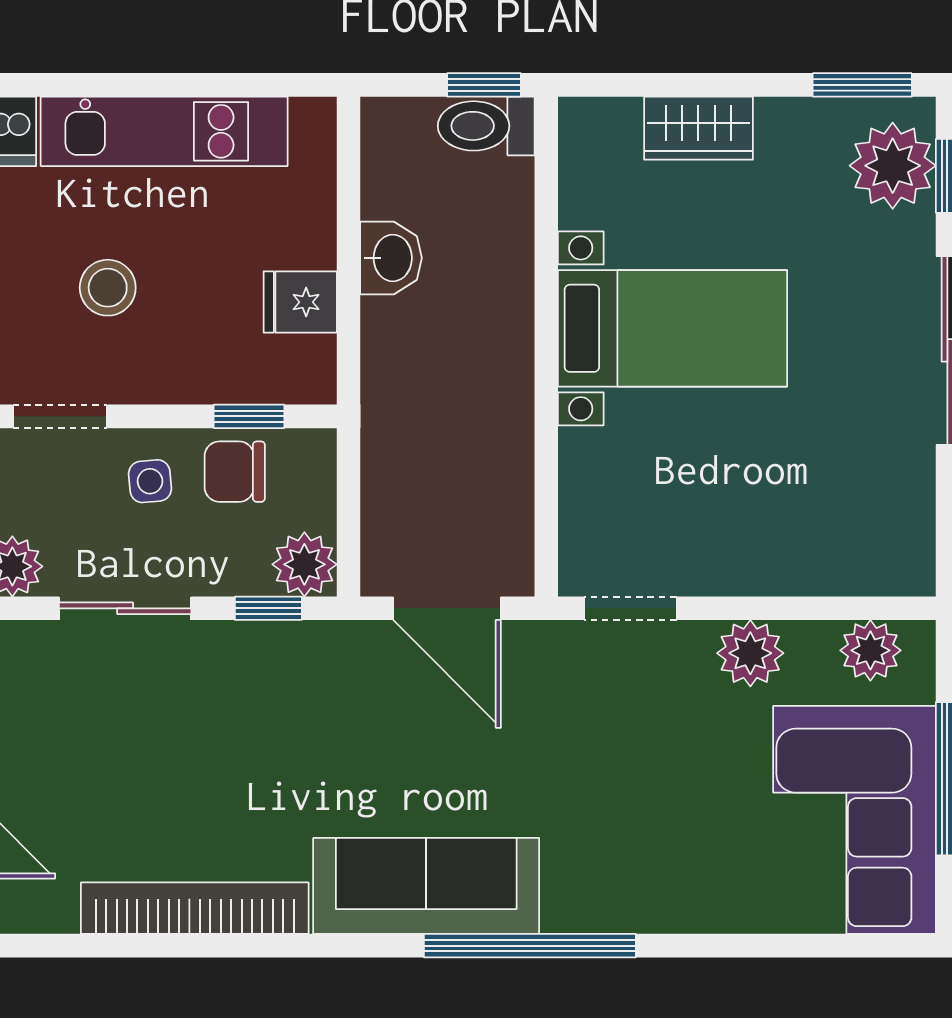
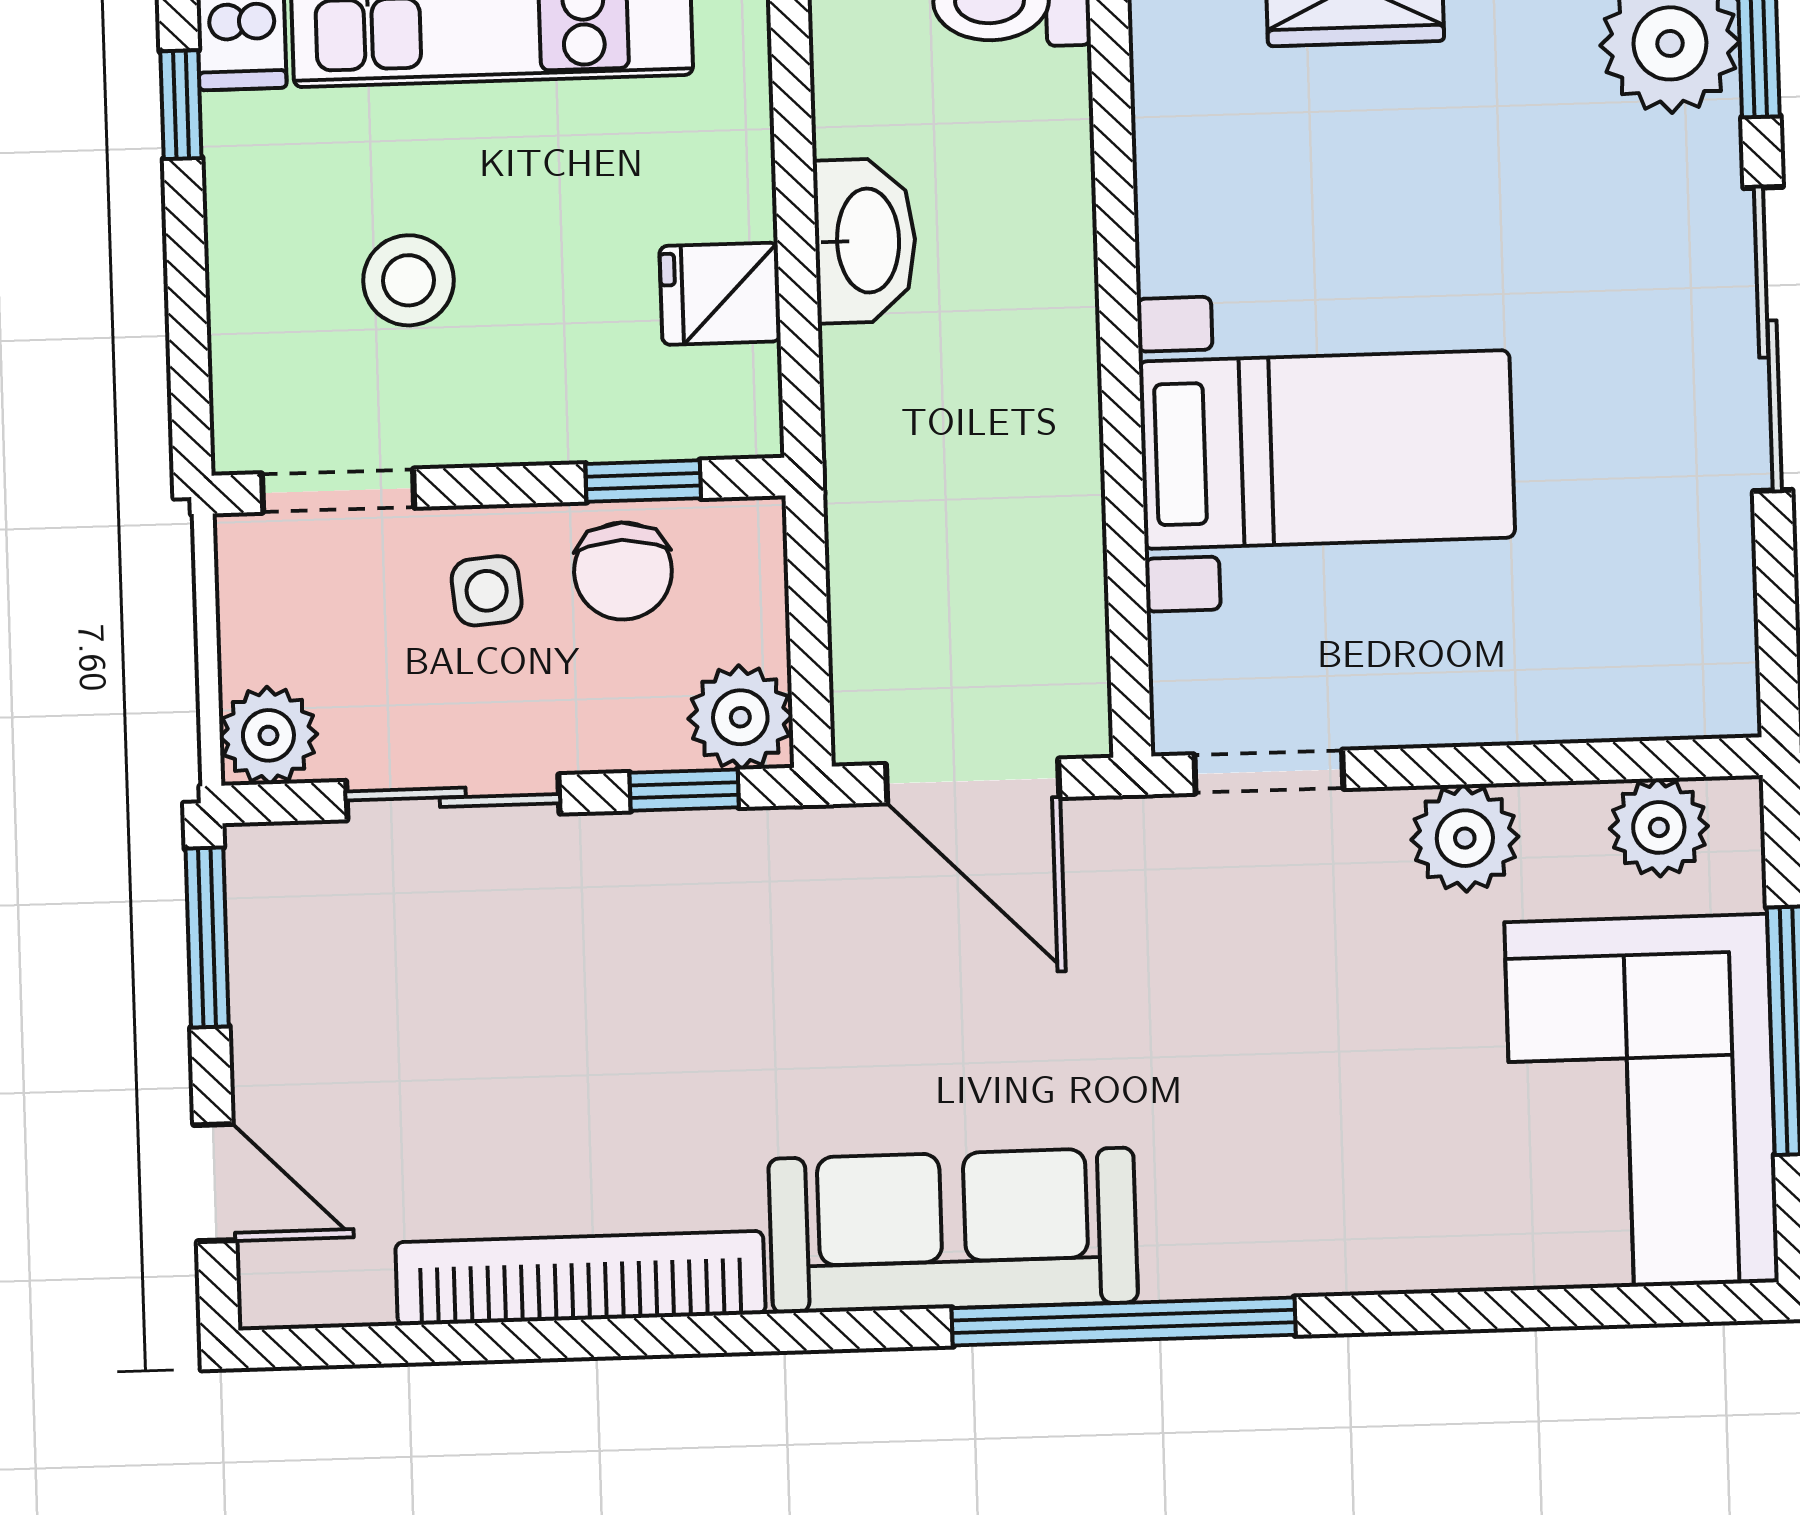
washbasin: (391, 258) -> (865, 241), width x1.38
bed with nightstands: (672, 328) -> (1327, 449), moved
chair: (235, 472) -> (623, 571), turned -90

